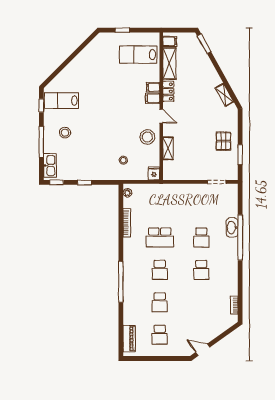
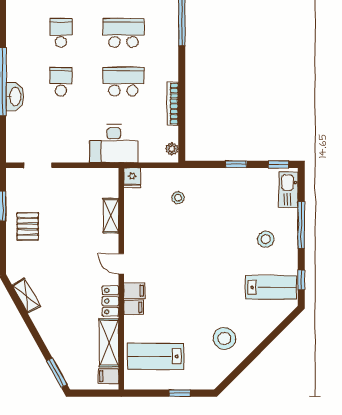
lab bench: (138, 55) -> (156, 356), turned 180
stool: (147, 137) -> (224, 338), moved
desk: (166, 196) -> (114, 144), added
school desk: (160, 270) -> (123, 33), width x1.85

